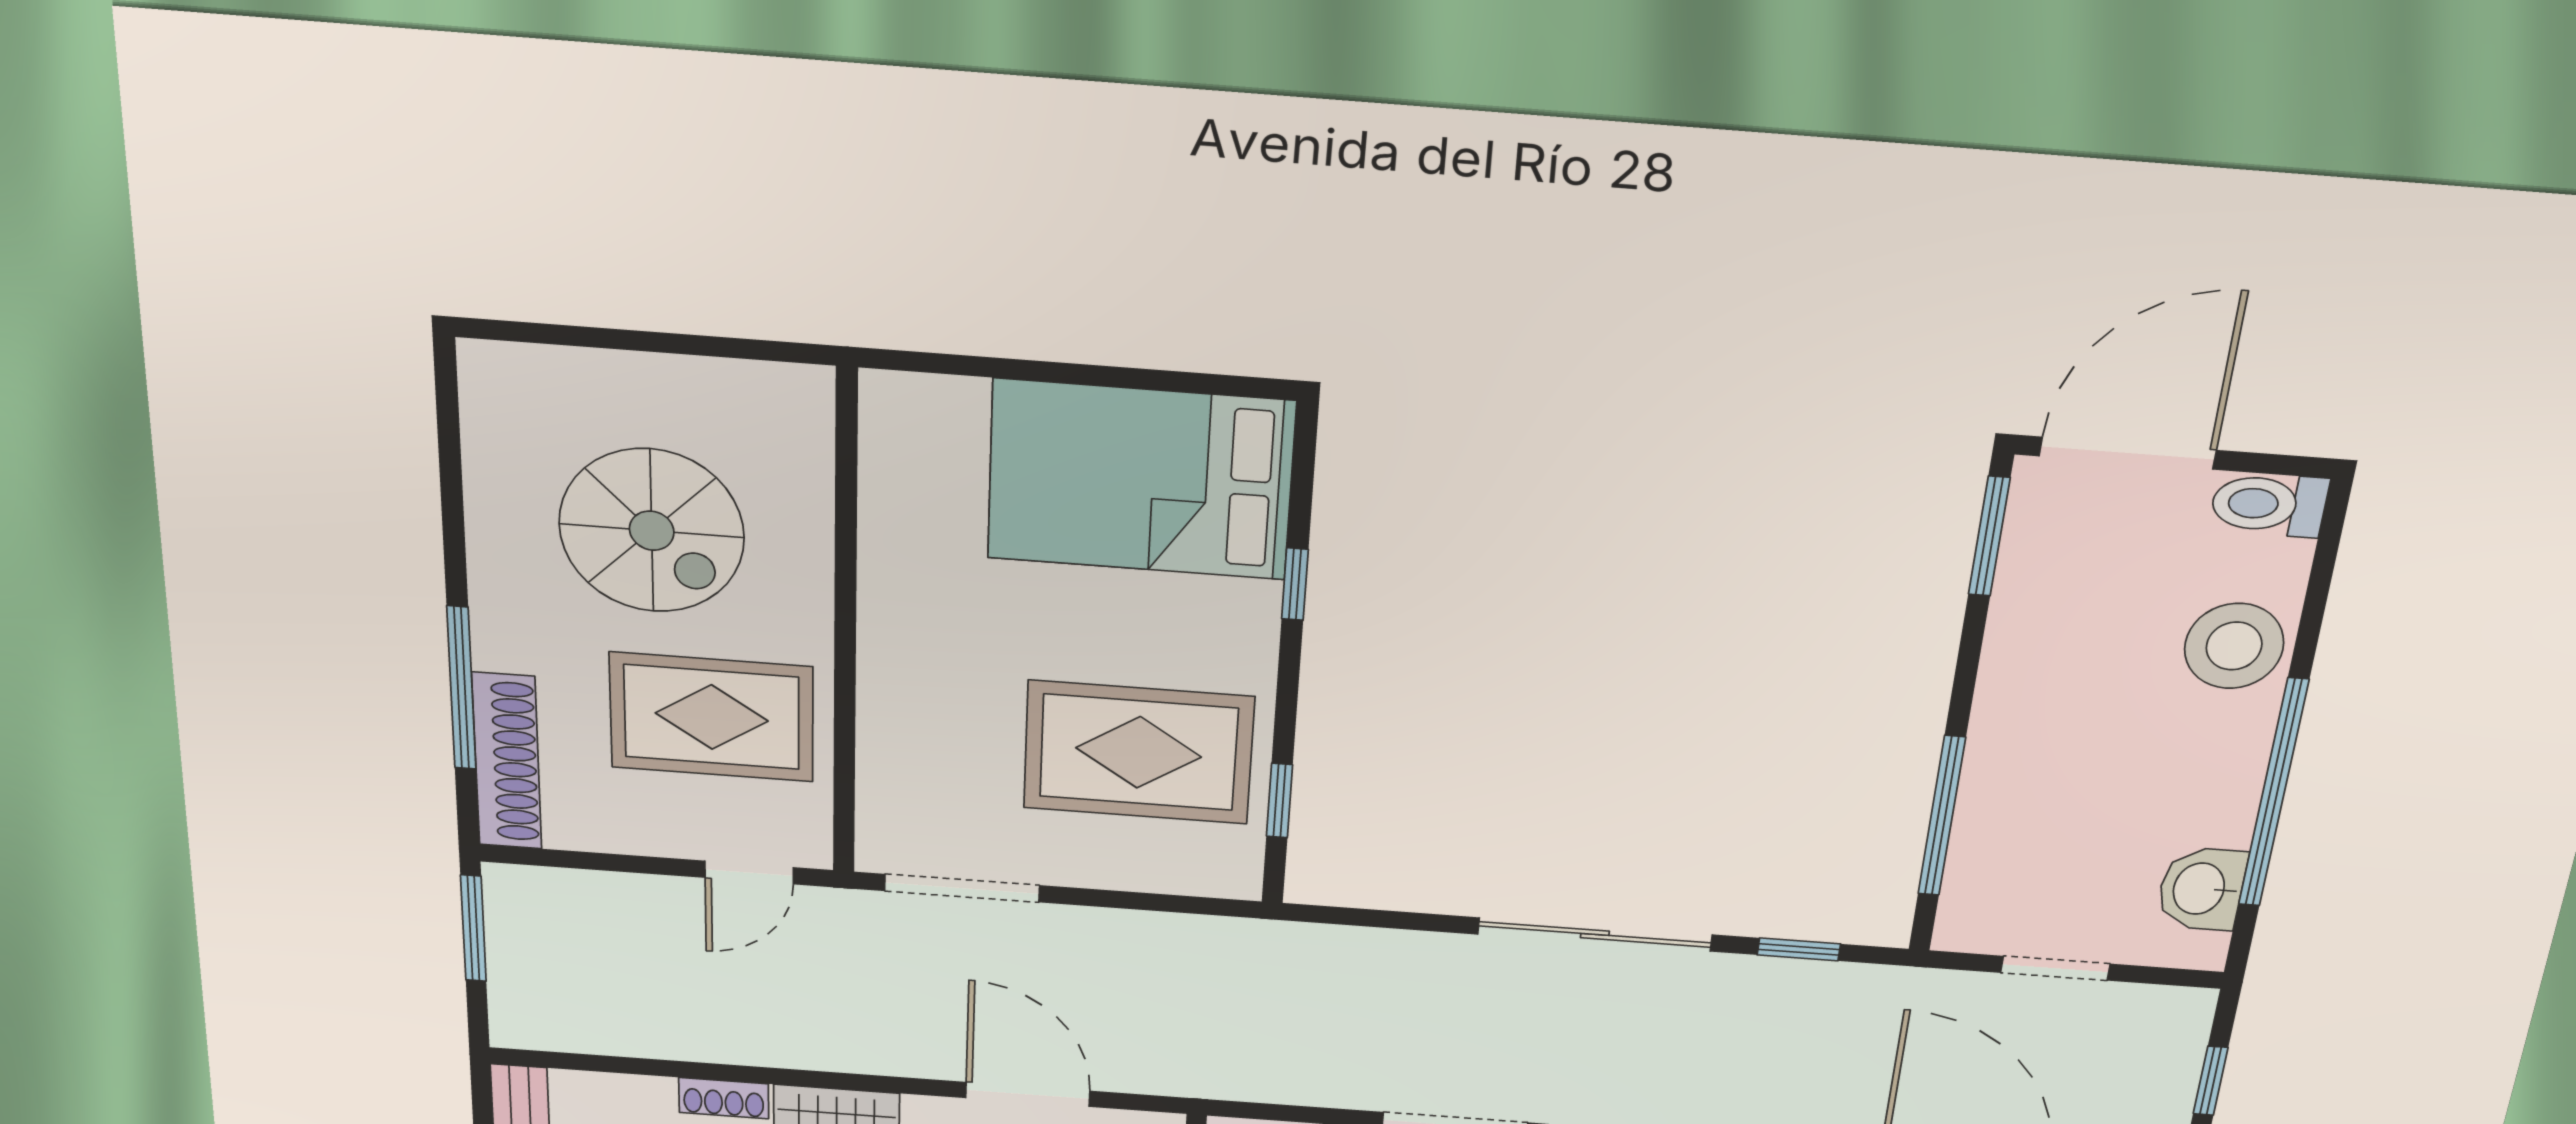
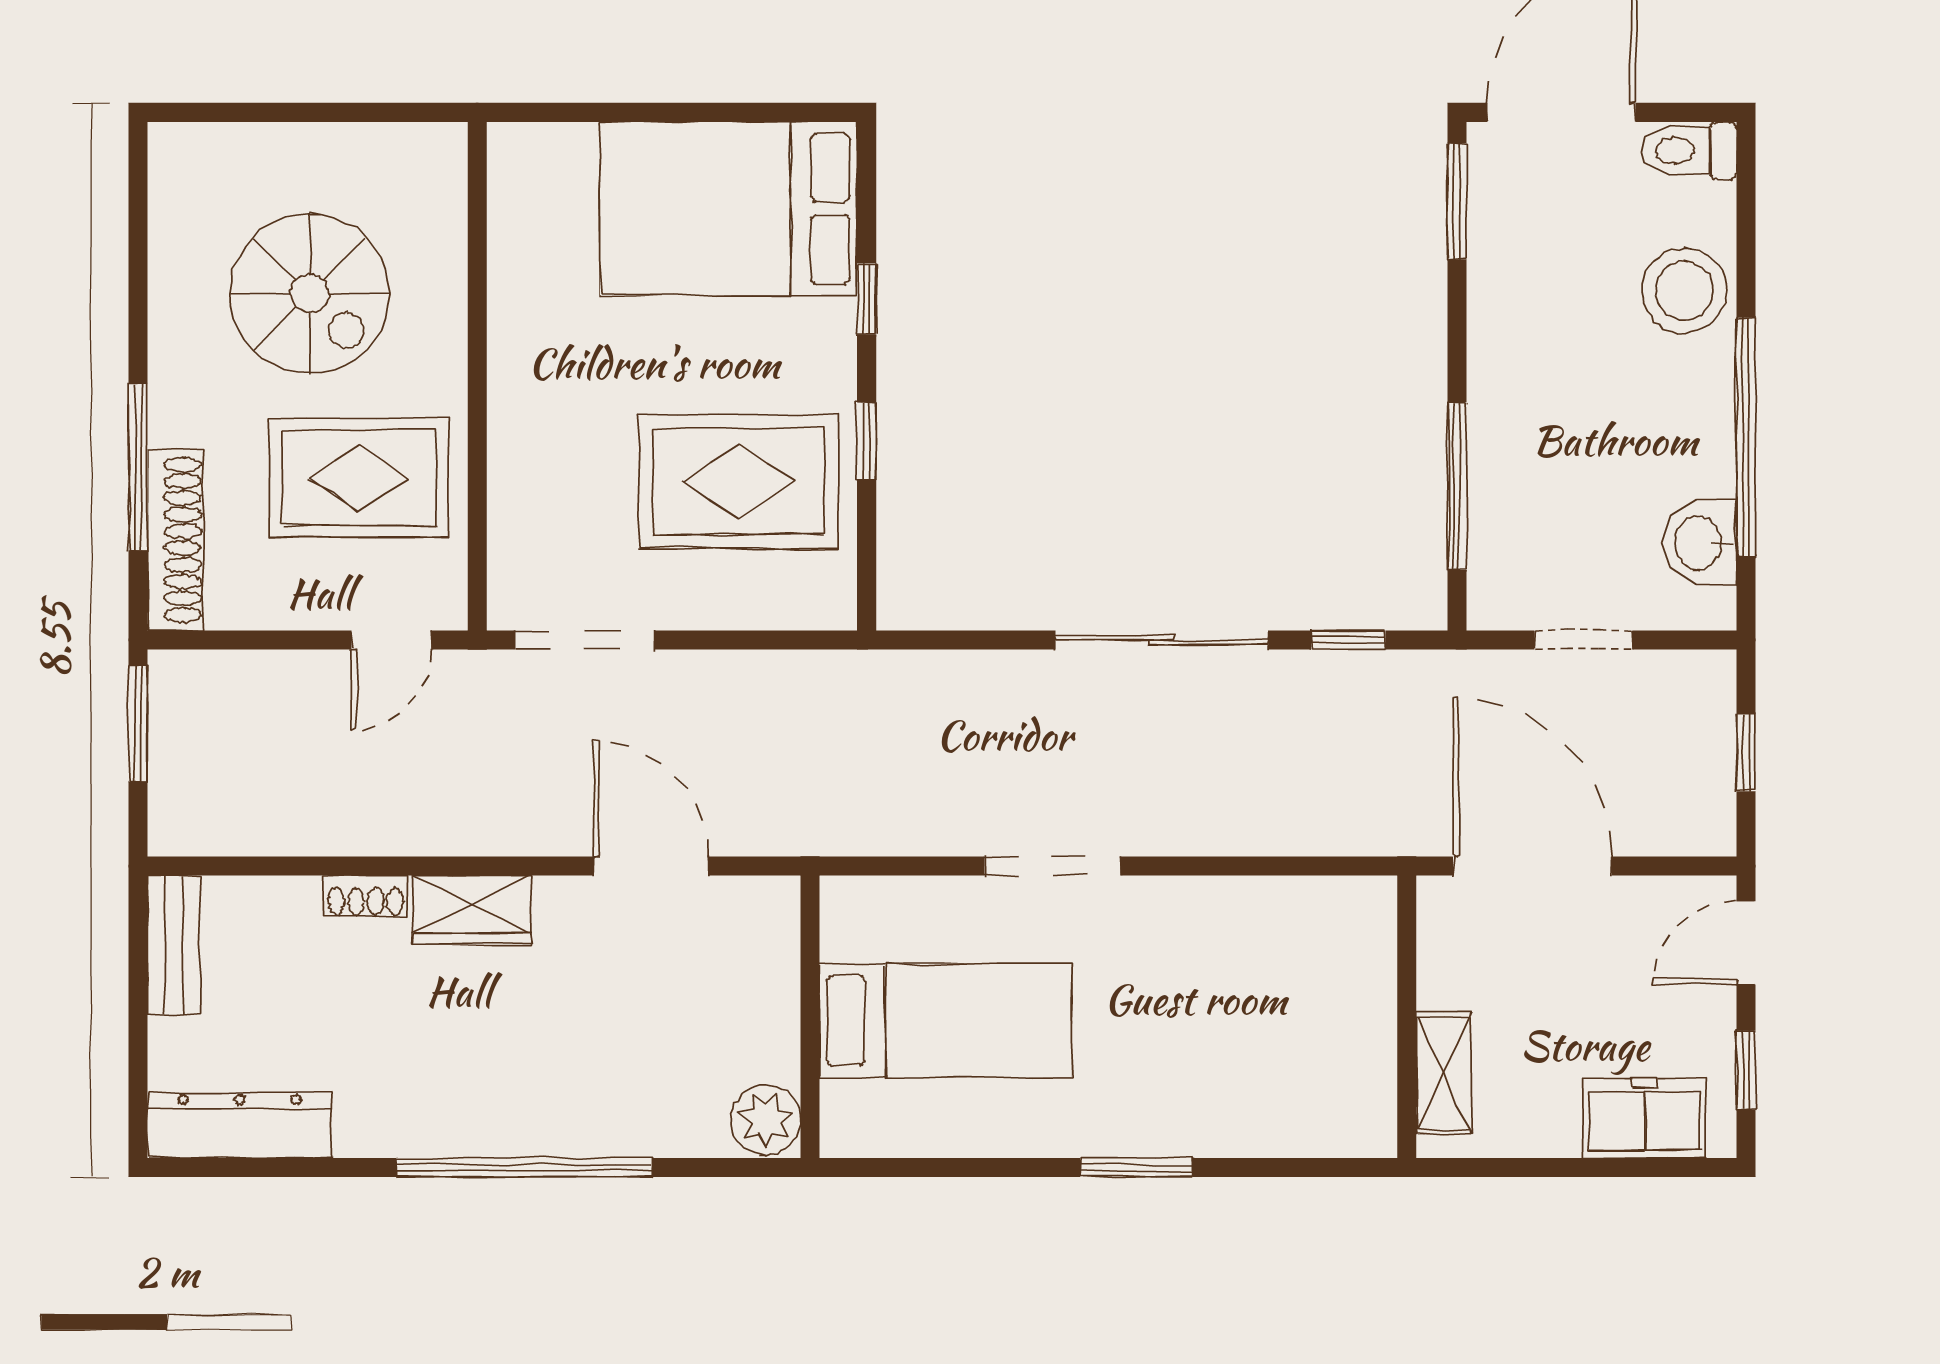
window: (1279, 801) -> (867, 441), moved

